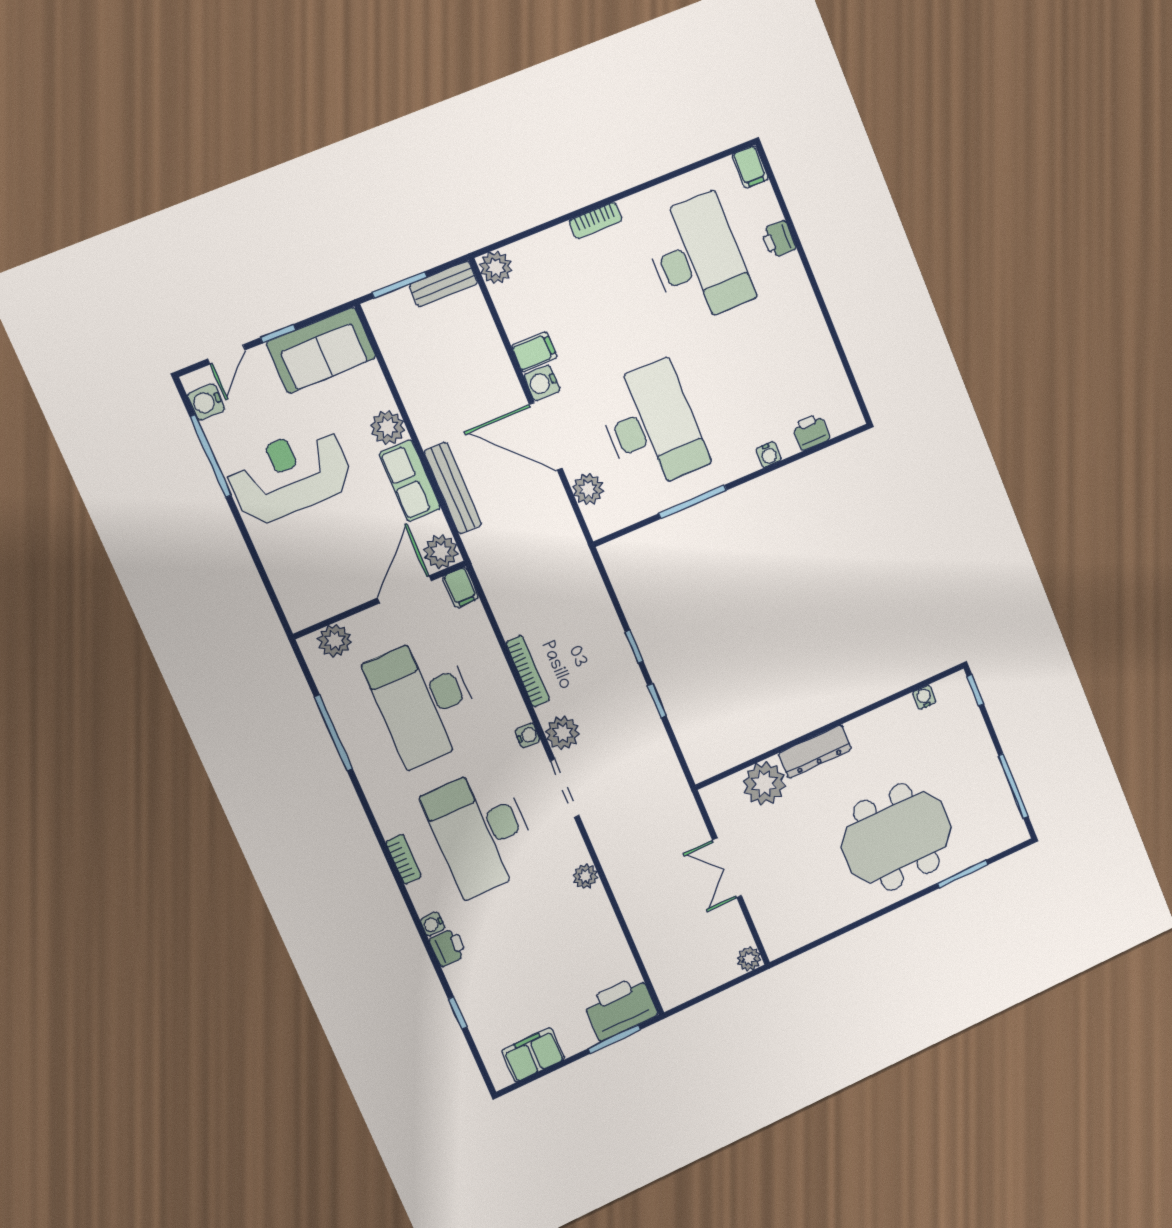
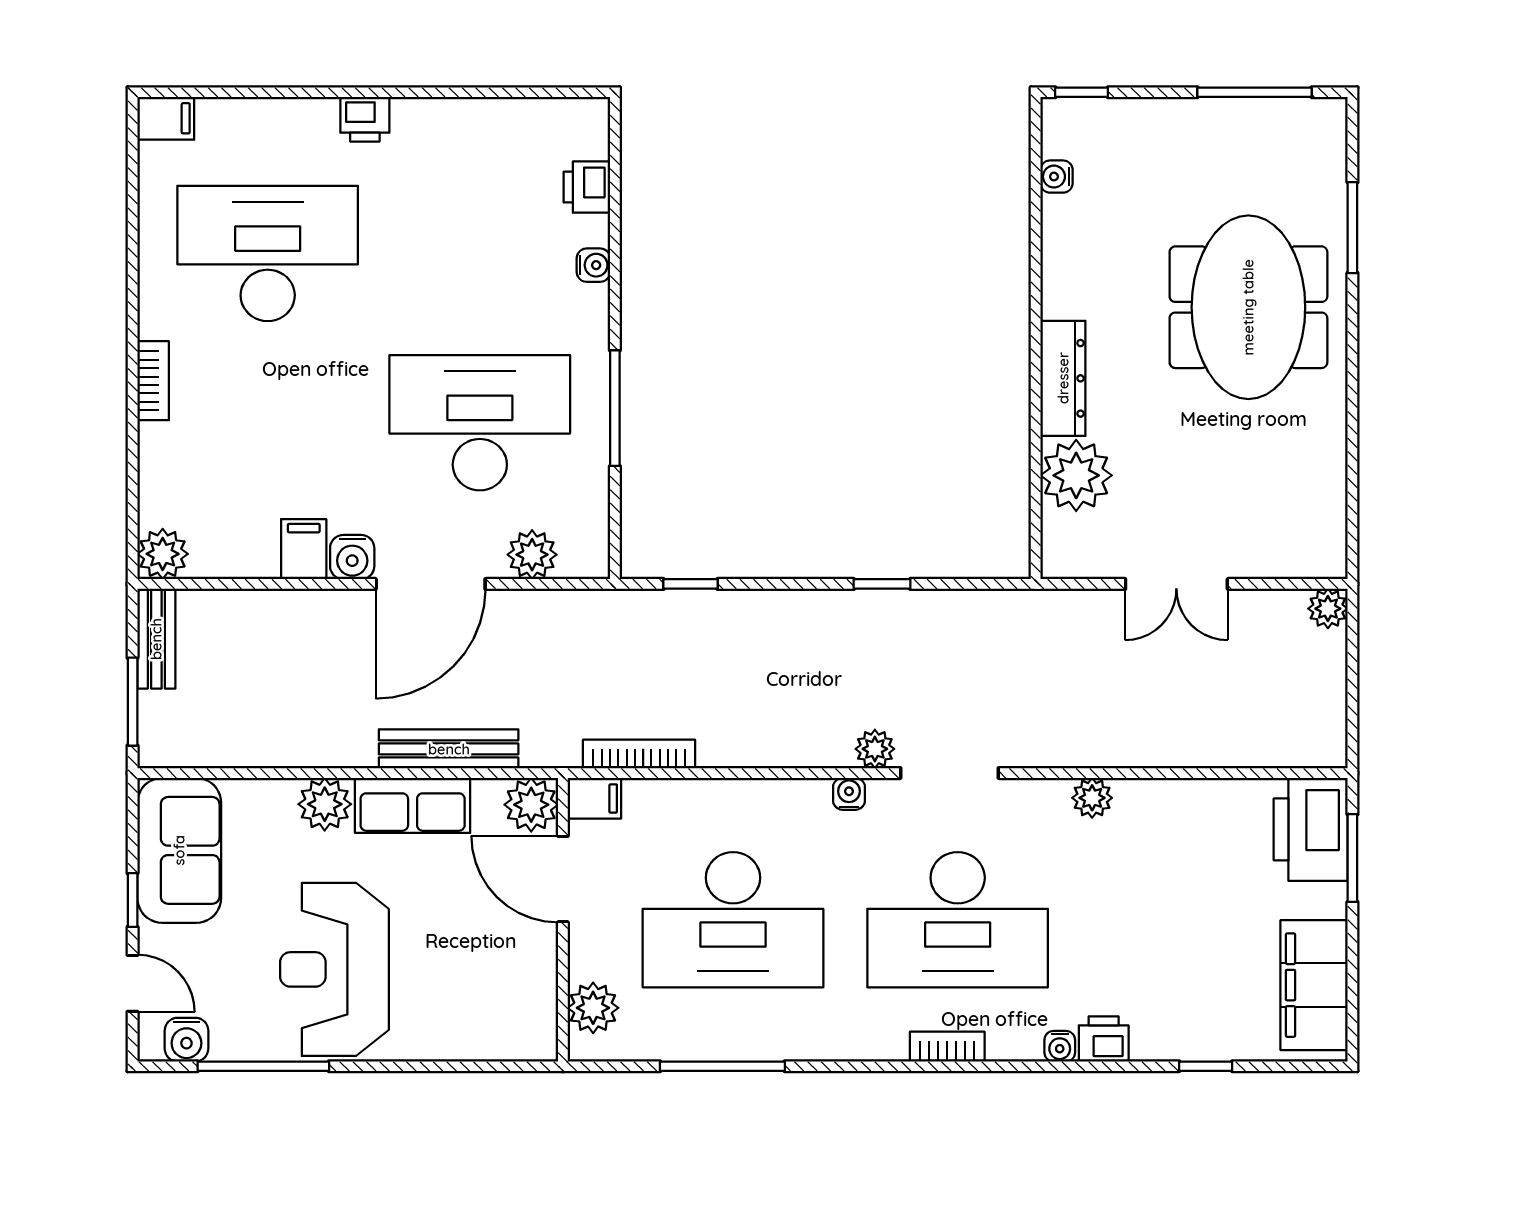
printer: (778, 239) -> (365, 119), moved
window: (634, 647) -> (691, 584), moved
bookcase: (528, 671) -> (639, 754), moved
plant: (563, 733) -> (875, 749), width x0.73, depth x0.73
filing cabinet: (533, 1055) -> (1314, 985), width x1.50, depth x1.17

